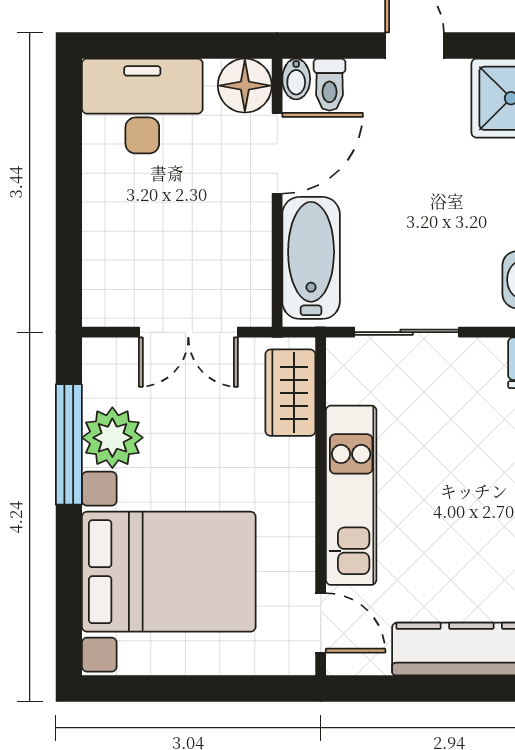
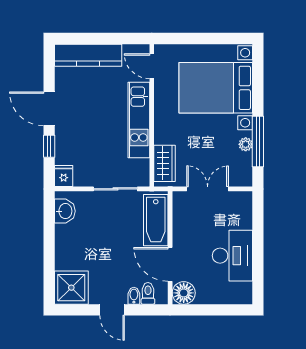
bidet: (296, 79) -> (134, 296), moved
desk: (142, 106) -> (232, 256), moved, turned -90
door: (277, 153) -> (170, 264), hinge flipped
plant: (112, 438) -> (246, 144), width x0.53, depth x0.53

